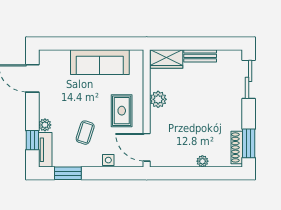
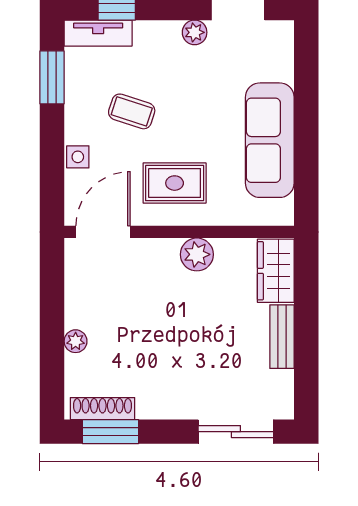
plant: (45, 125) -> (195, 32), moved

